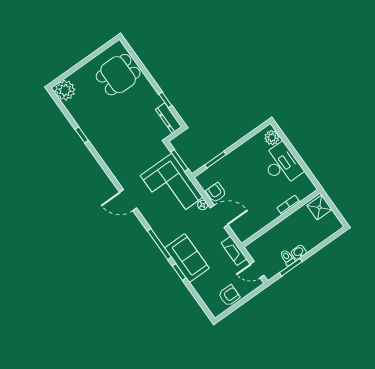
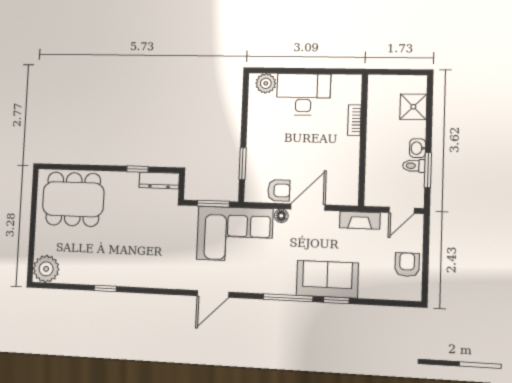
dining table: (118, 75) -> (73, 199), width x1.37
armchair: (216, 192) -> (279, 190), turned 180
shower: (319, 207) -> (413, 107), moved

